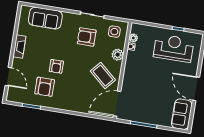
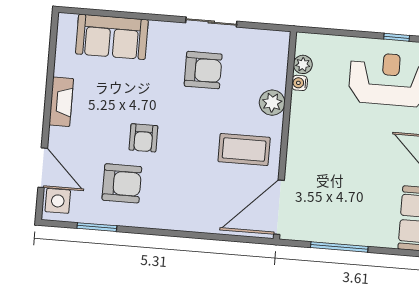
side table: (114, 32) -> (58, 201), moved
armchair: (87, 37) -> (203, 70), turned 180
coffee table: (103, 75) -> (244, 150), turned -41
armchair: (45, 87) -> (122, 183), turned -90

